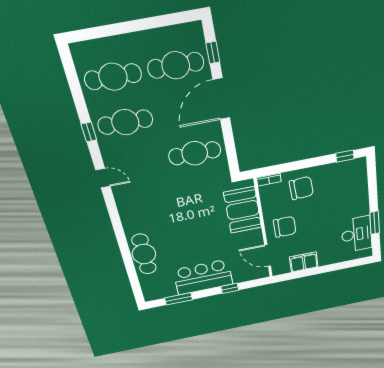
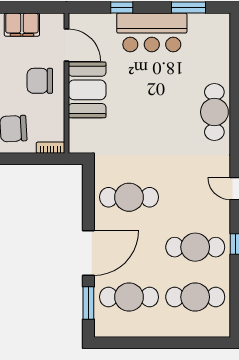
window: (213, 53) -> (88, 303), width x1.50
booth: (243, 210) -> (87, 90), moved
cafe table: (144, 254) -> (214, 112), moved

